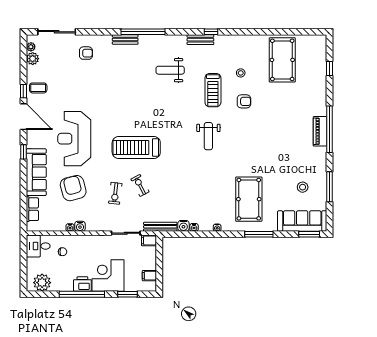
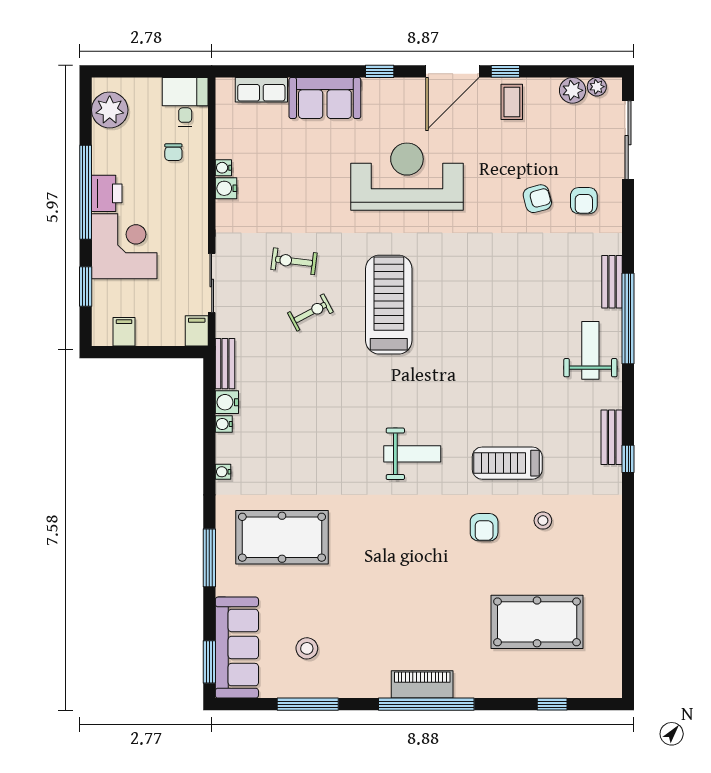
pool table: (282, 60) -> (537, 622), moved
weight bench: (170, 70) -> (590, 350), moved
weight bench: (208, 136) -> (412, 454), turned 180
sofa: (36, 172) -> (325, 98), width x0.73
armchair: (73, 188) -> (537, 199), moved, width x0.53, depth x0.53
bench: (160, 227) -> (225, 364), width x0.73

